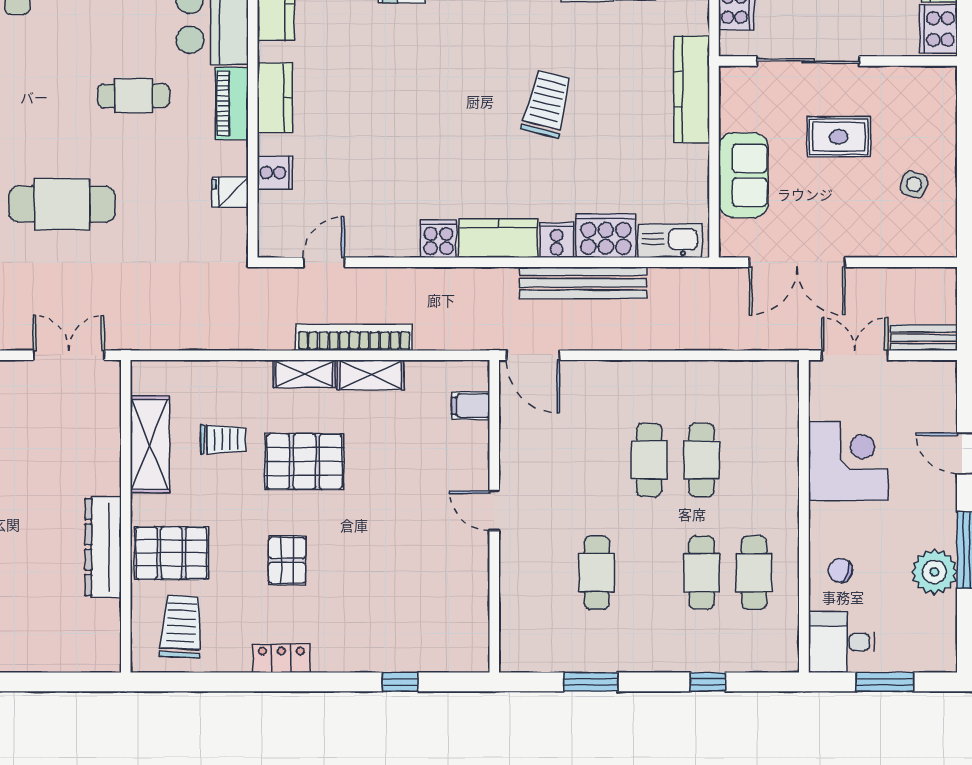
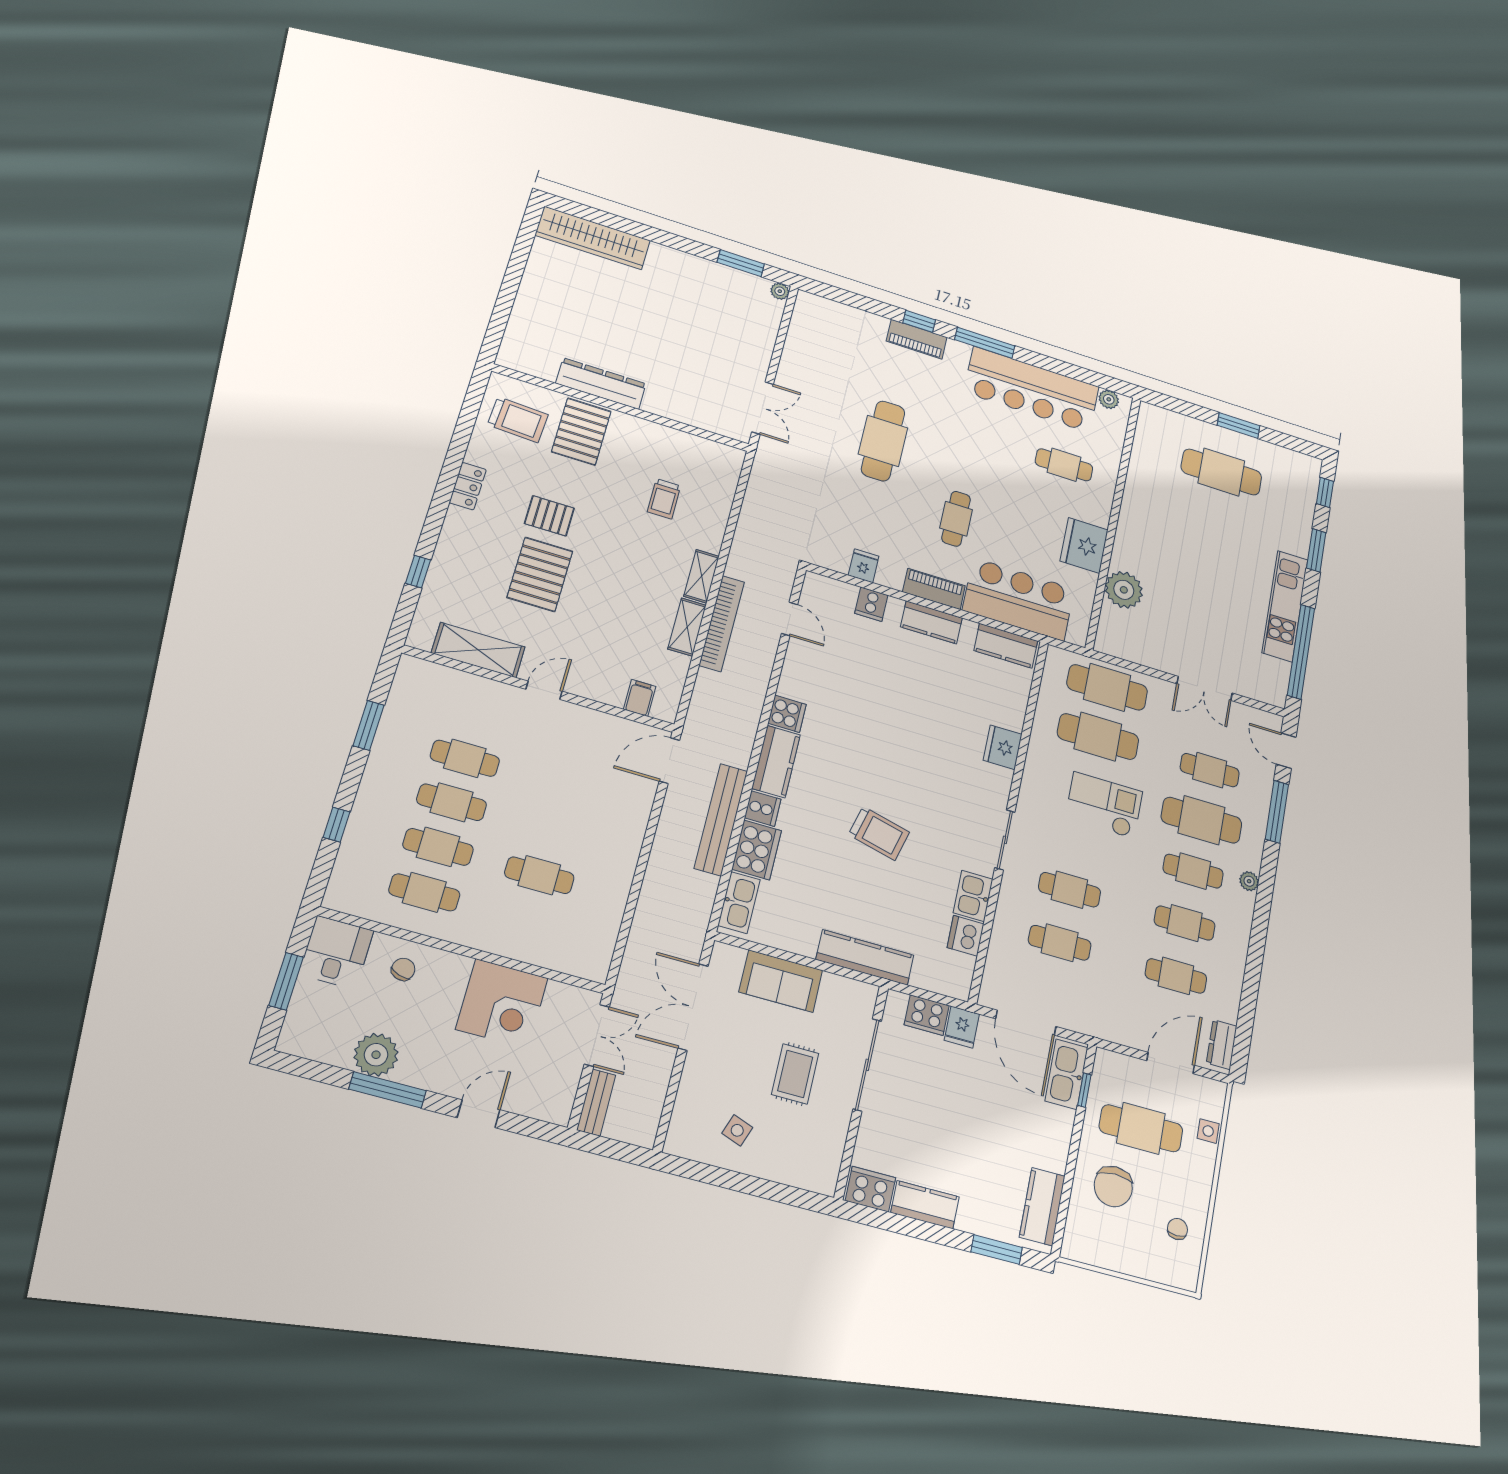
shelving: (150, 444) -> (478, 650), moved
cafe table: (649, 460) -> (452, 802), moved
pallet: (304, 462) -> (540, 574), moved

